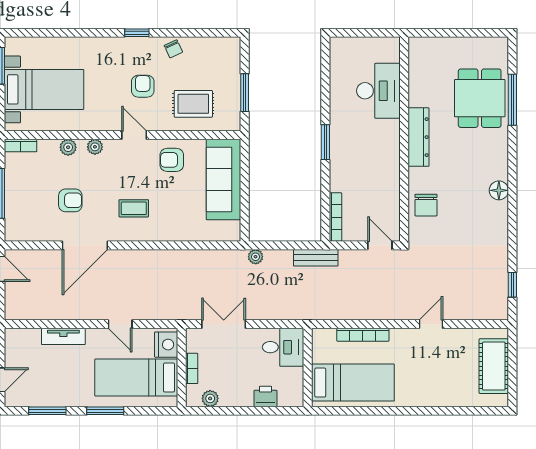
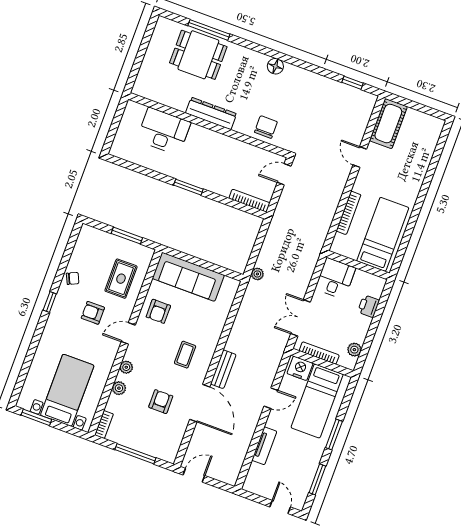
chair: (426, 205) -> (266, 127), turned -90
bench: (316, 258) -> (223, 369), moved
cot: (494, 366) -> (388, 124), moved, turned 90
bookcase: (192, 368) -> (319, 353), width x1.56

